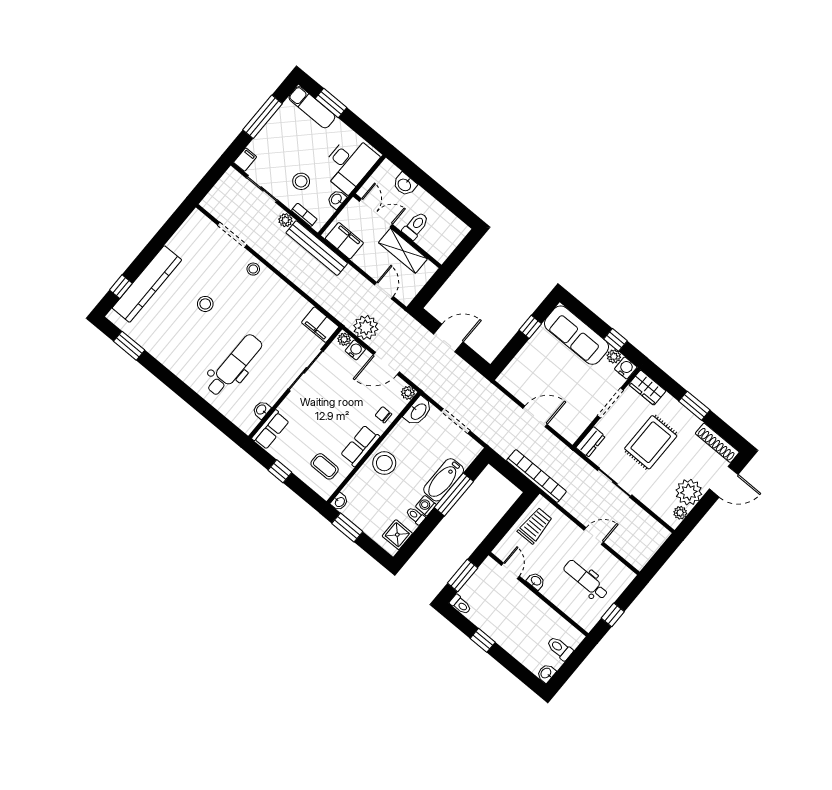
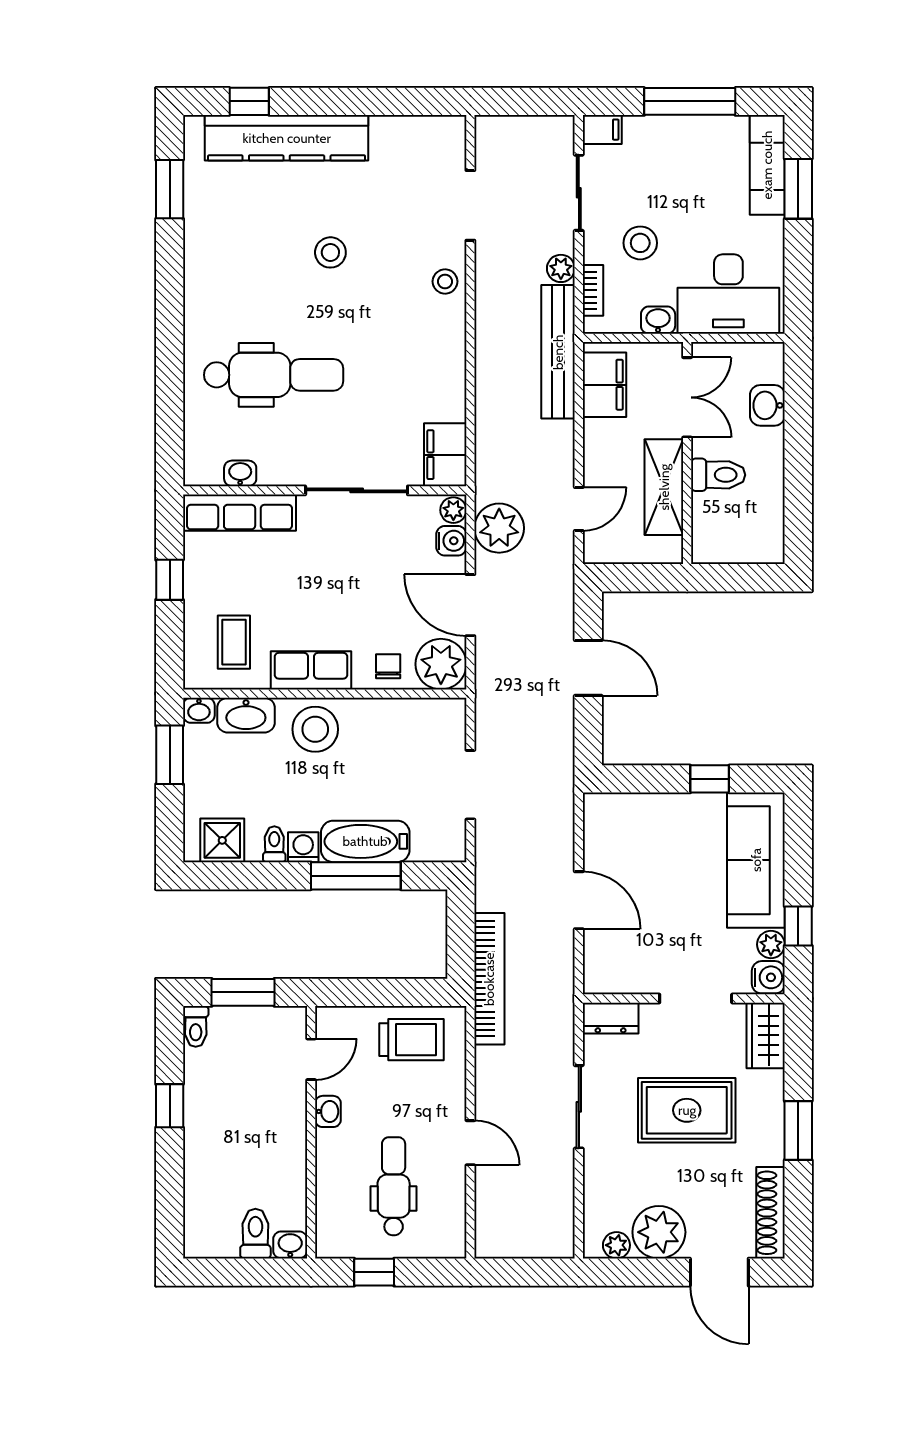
plant: (408, 393) -> (441, 664), width x1.88, depth x1.88
washbasin: (418, 411) -> (246, 715), moved
row of seats: (271, 430) -> (240, 513), width x1.48
washbasin: (546, 673) -> (290, 1245), moved

